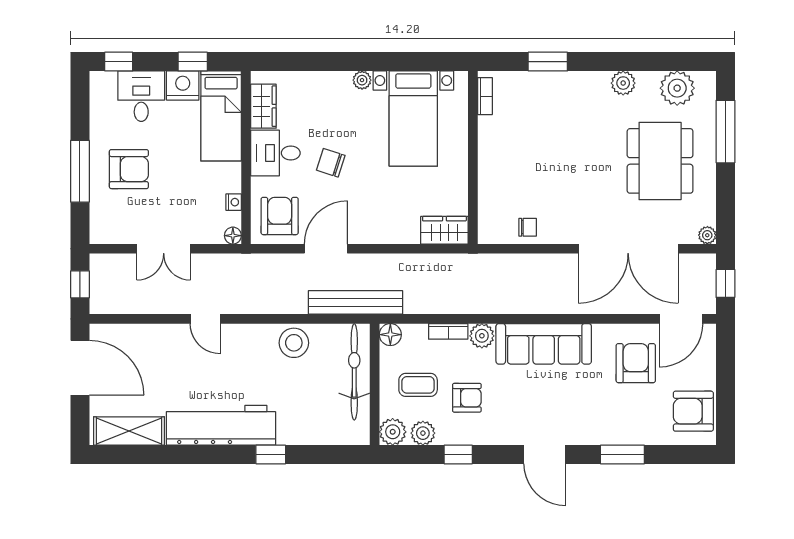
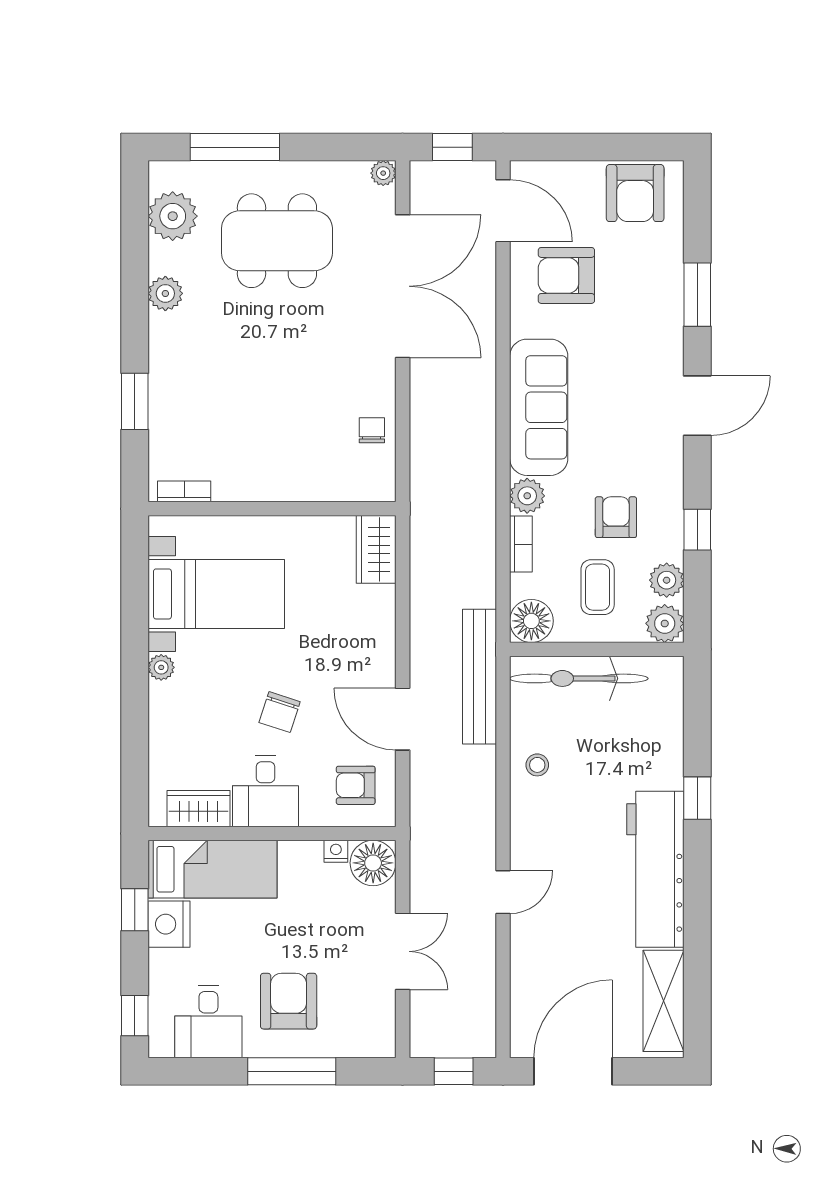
desk: (141, 96) -> (208, 1022), moved, turned -90
armchair: (280, 216) -> (356, 785), width x0.72, depth x0.72
floor lamp: (233, 236) -> (373, 863), width x1.89, depth x1.89
floor lamp: (390, 335) -> (531, 621), width x1.38, depth x1.38
stool: (294, 343) -> (537, 765), width x0.53, depth x0.53

